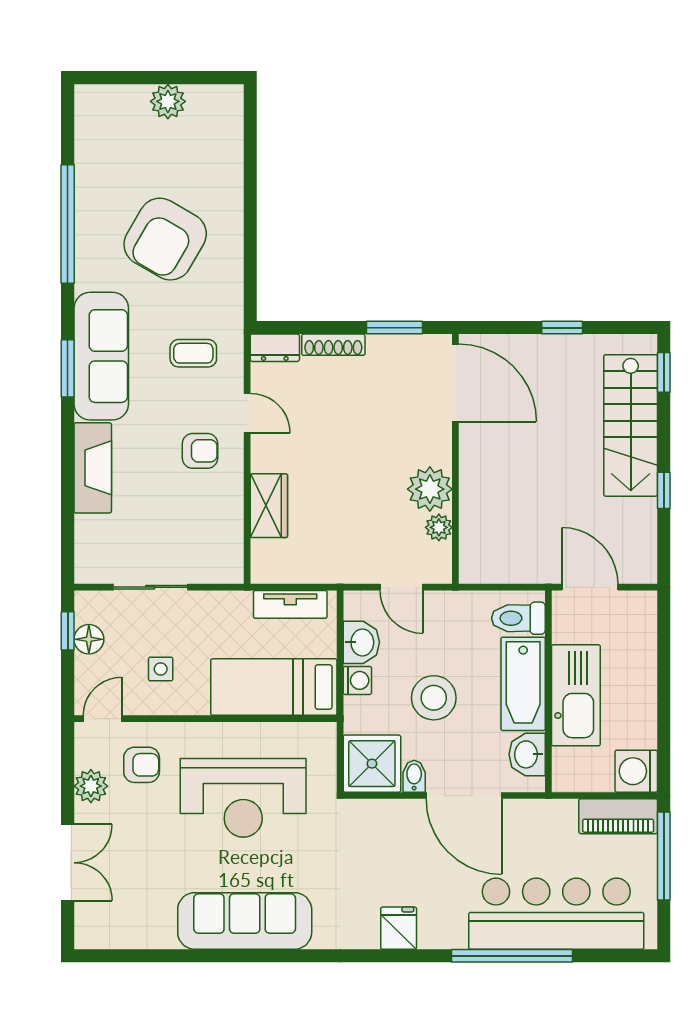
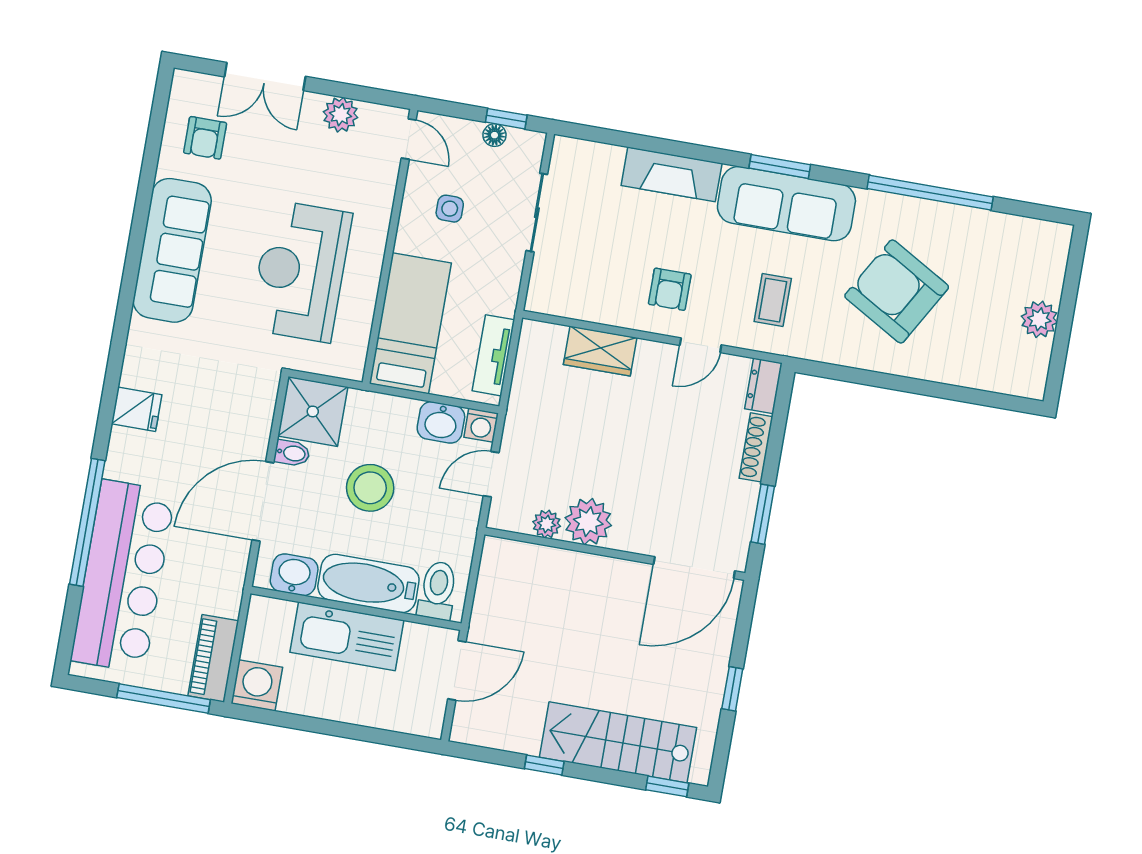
floor lamp: (89, 639) -> (494, 135), width x0.73, depth x0.73
washing machine: (357, 680) -> (481, 425), moved
armchair: (142, 765) -> (205, 138), moved

